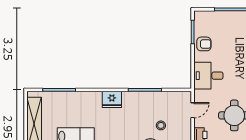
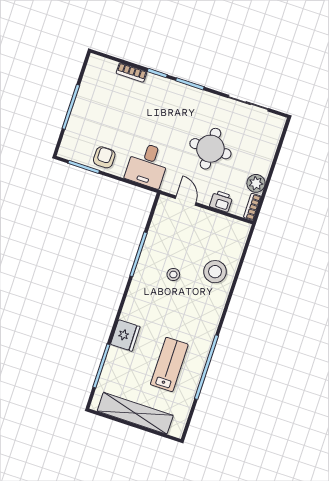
fridge: (112, 99) -> (125, 335), moved
stool: (161, 125) -> (173, 274), moved

